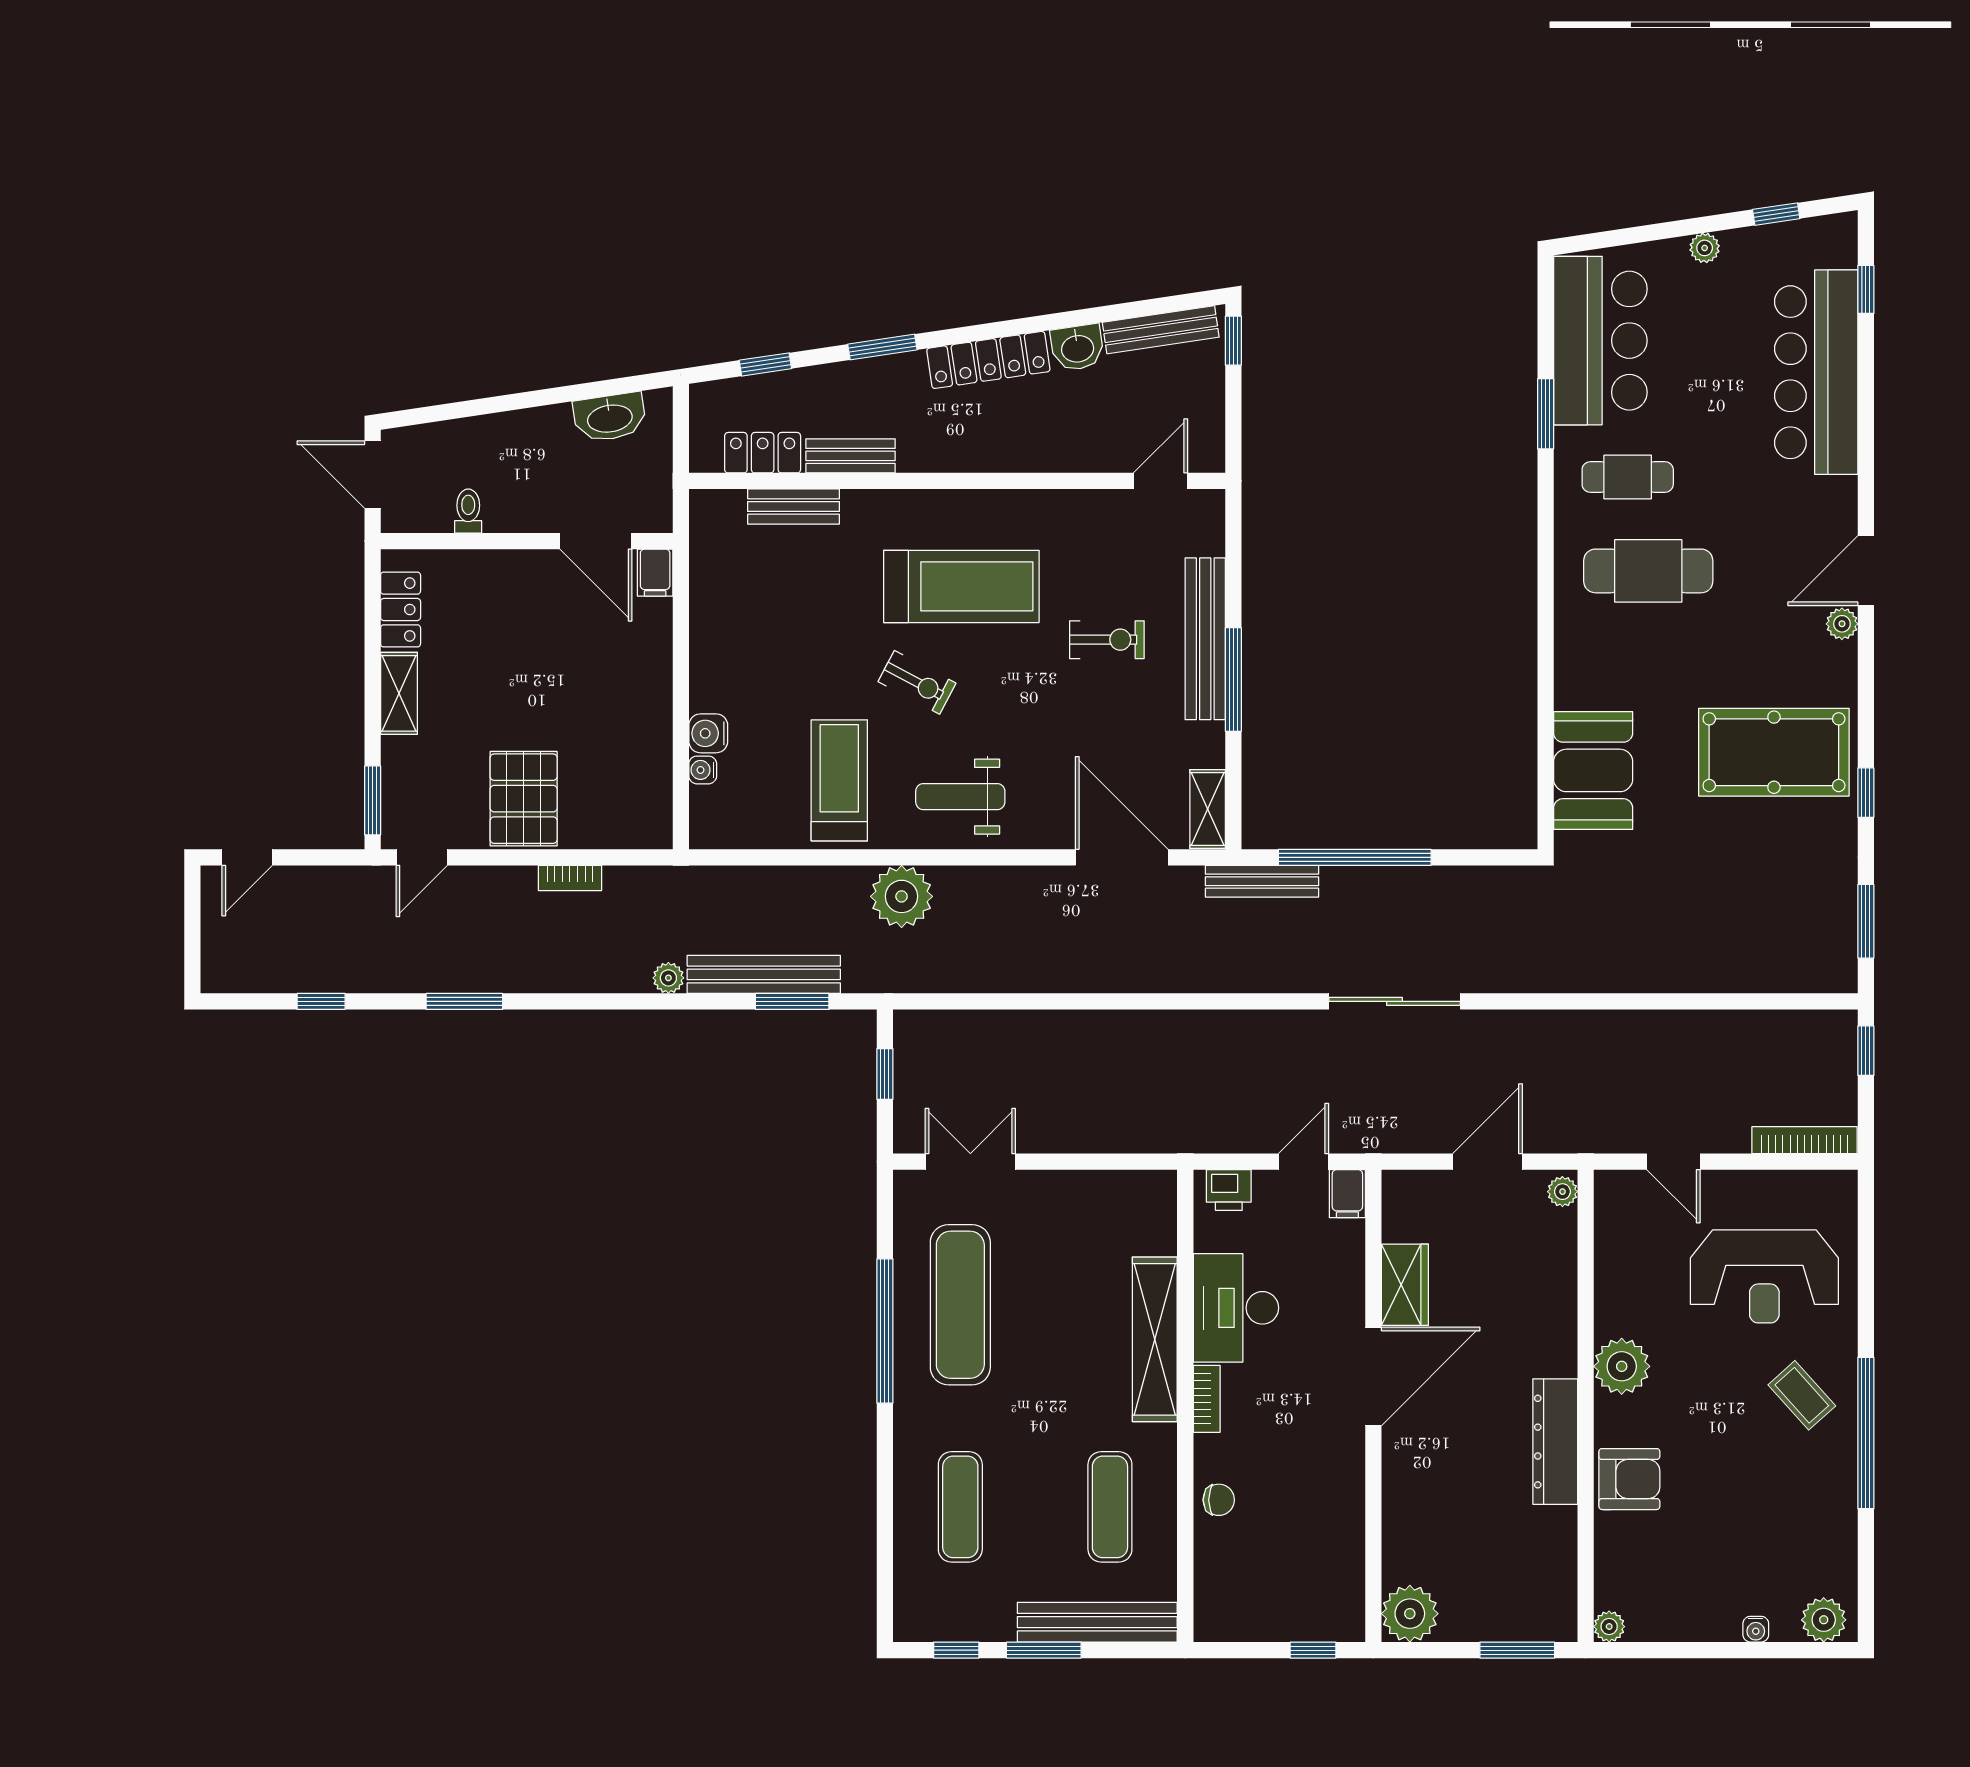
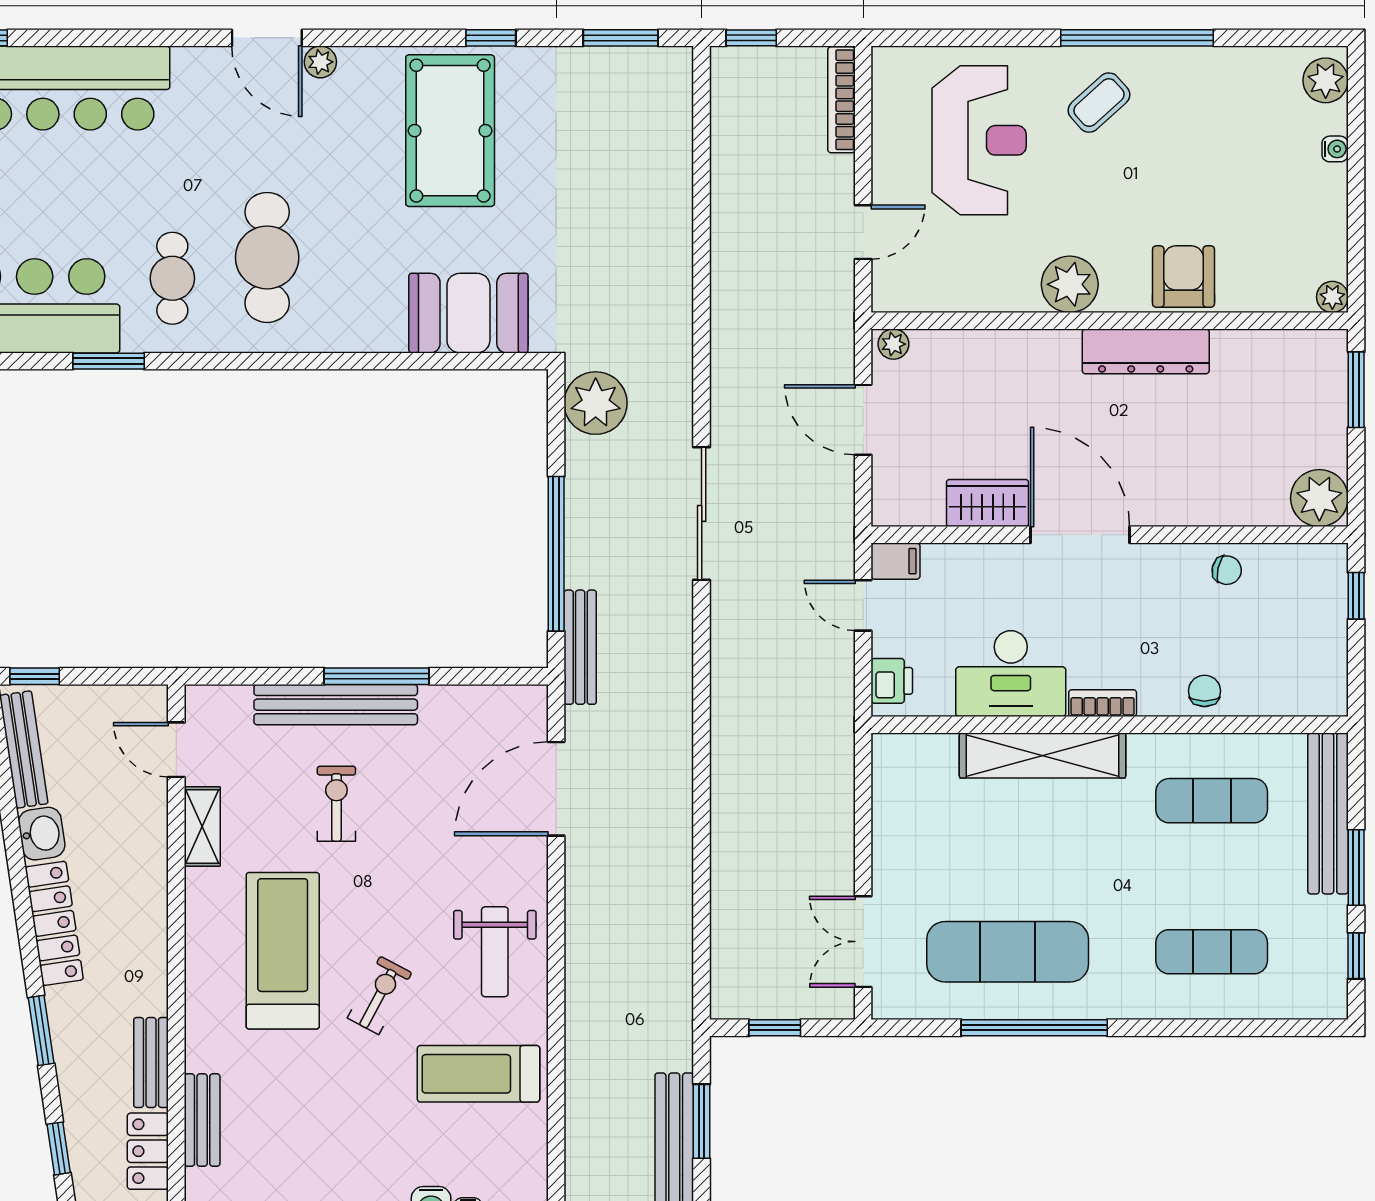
shelving: (1208, 809) -> (202, 826), moved, turned 90
plant: (902, 896) -> (596, 403), moved
chair: (1338, 1522) -> (1227, 570), added

